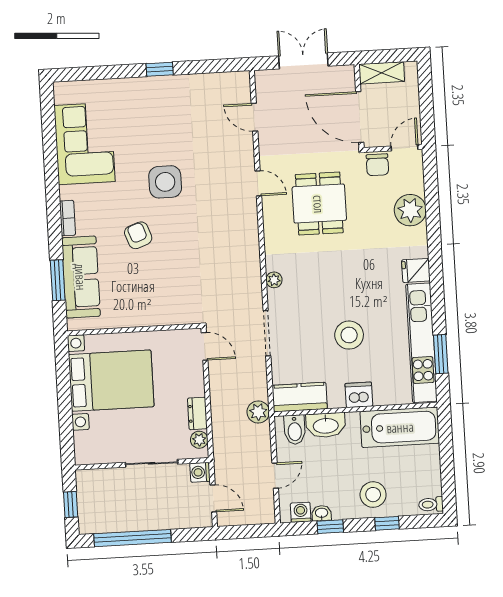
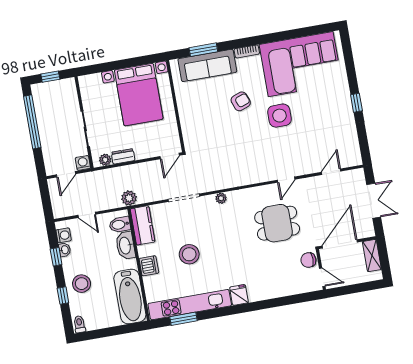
corner sofa: (85, 143) -> (301, 64), width x1.36, depth x1.36
plant: (410, 210) -> (280, 286), removed

